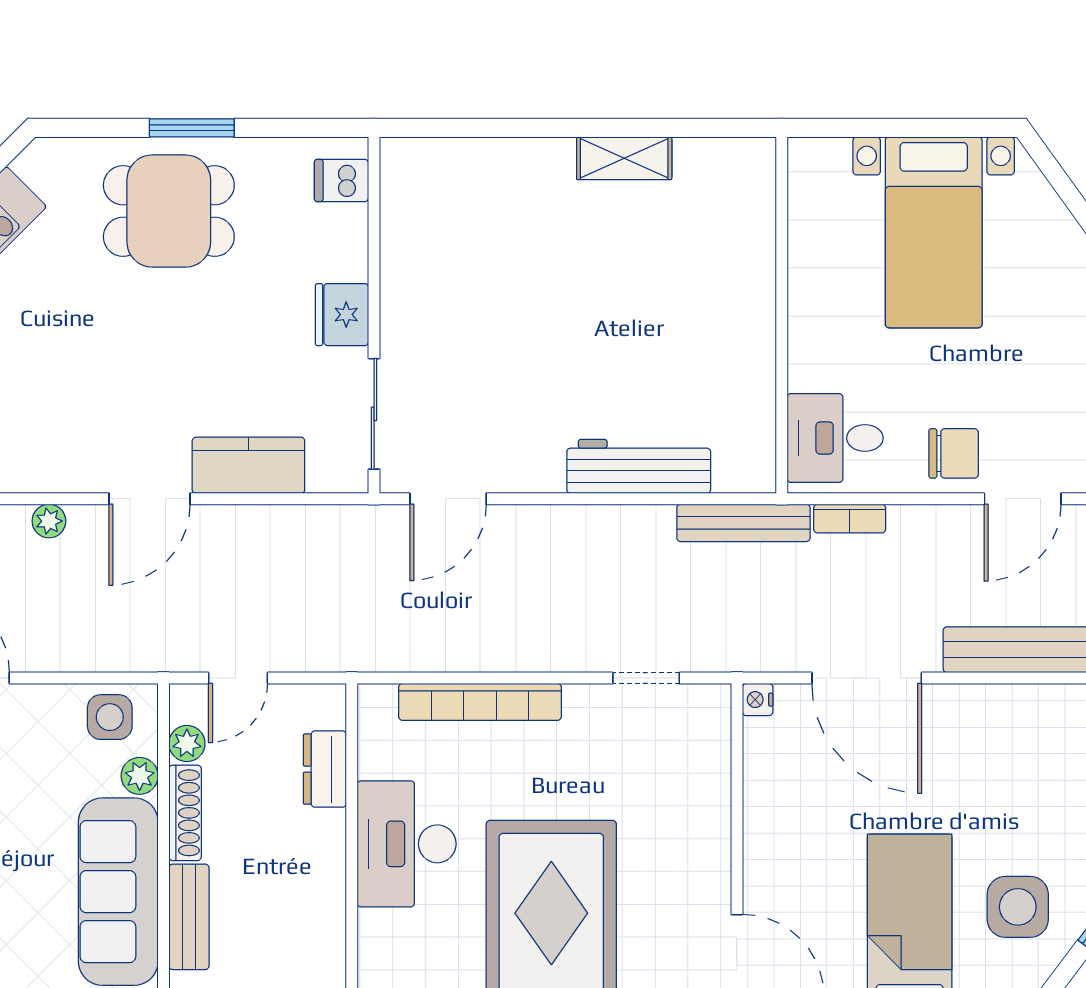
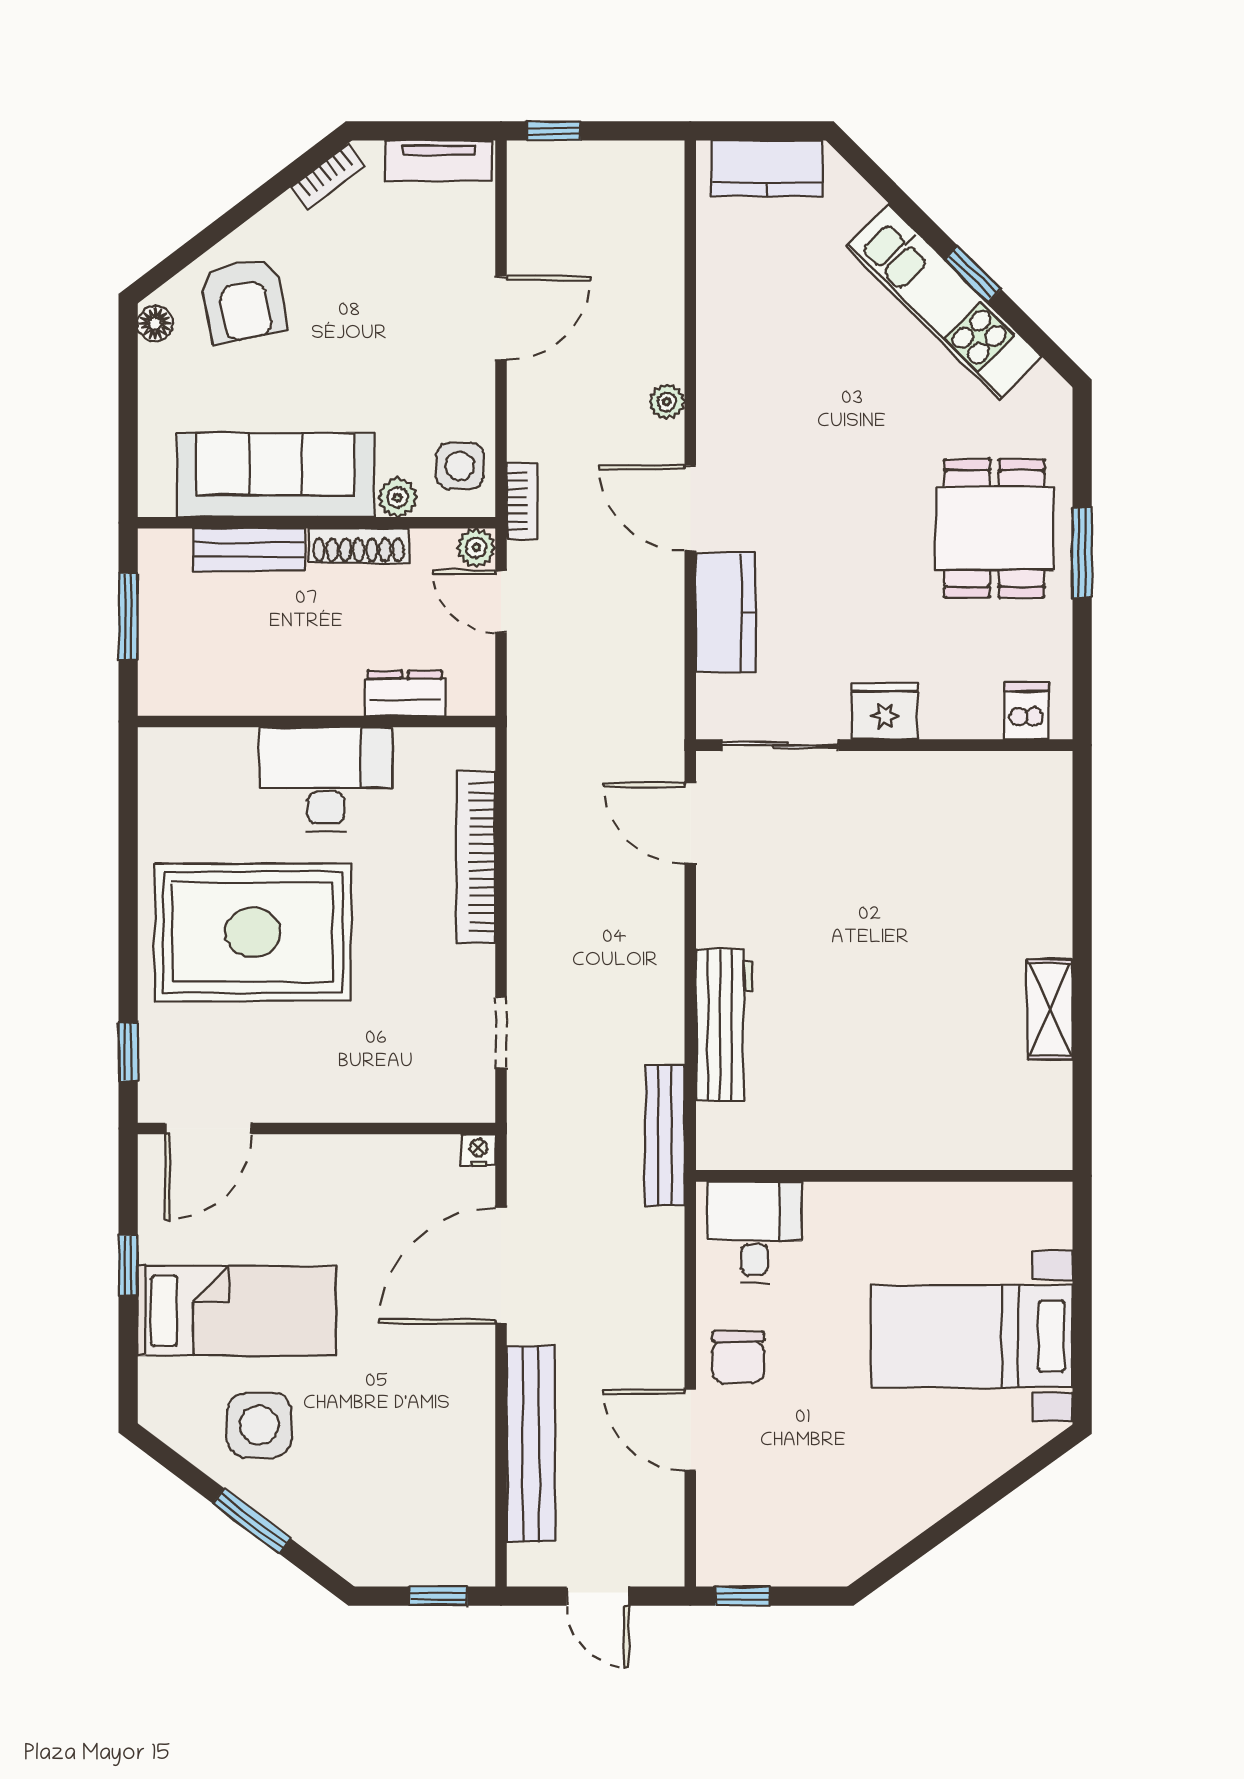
bookcase: (850, 519) -> (522, 501), moved, turned 180
plant: (187, 743) -> (476, 547), moved

